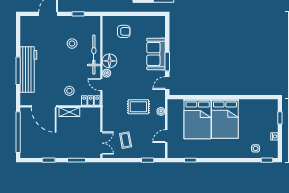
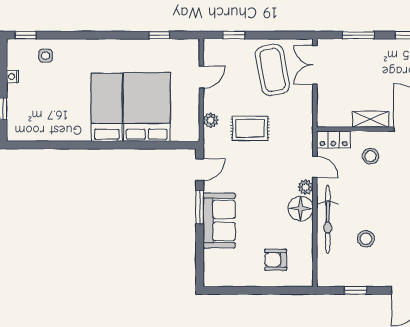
bed: (225, 119) -> (107, 107), width x0.67
coffee table: (126, 140) -> (273, 70), width x1.86, depth x1.72

